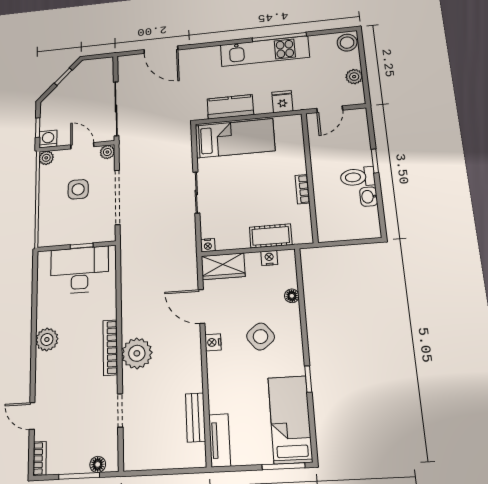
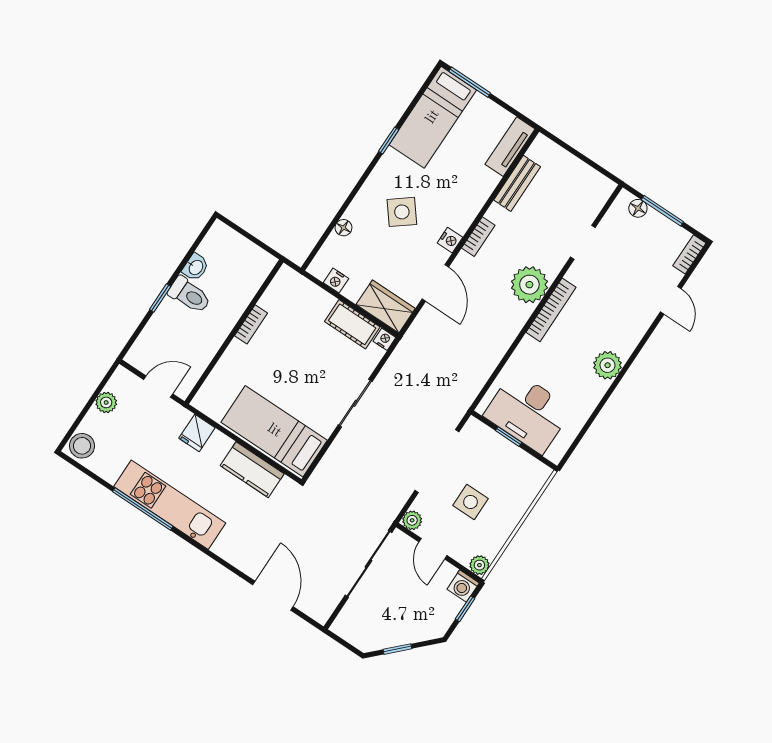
cot: (271, 236) -> (352, 324), moved
bookcase: (195, 359) -> (478, 237), added

